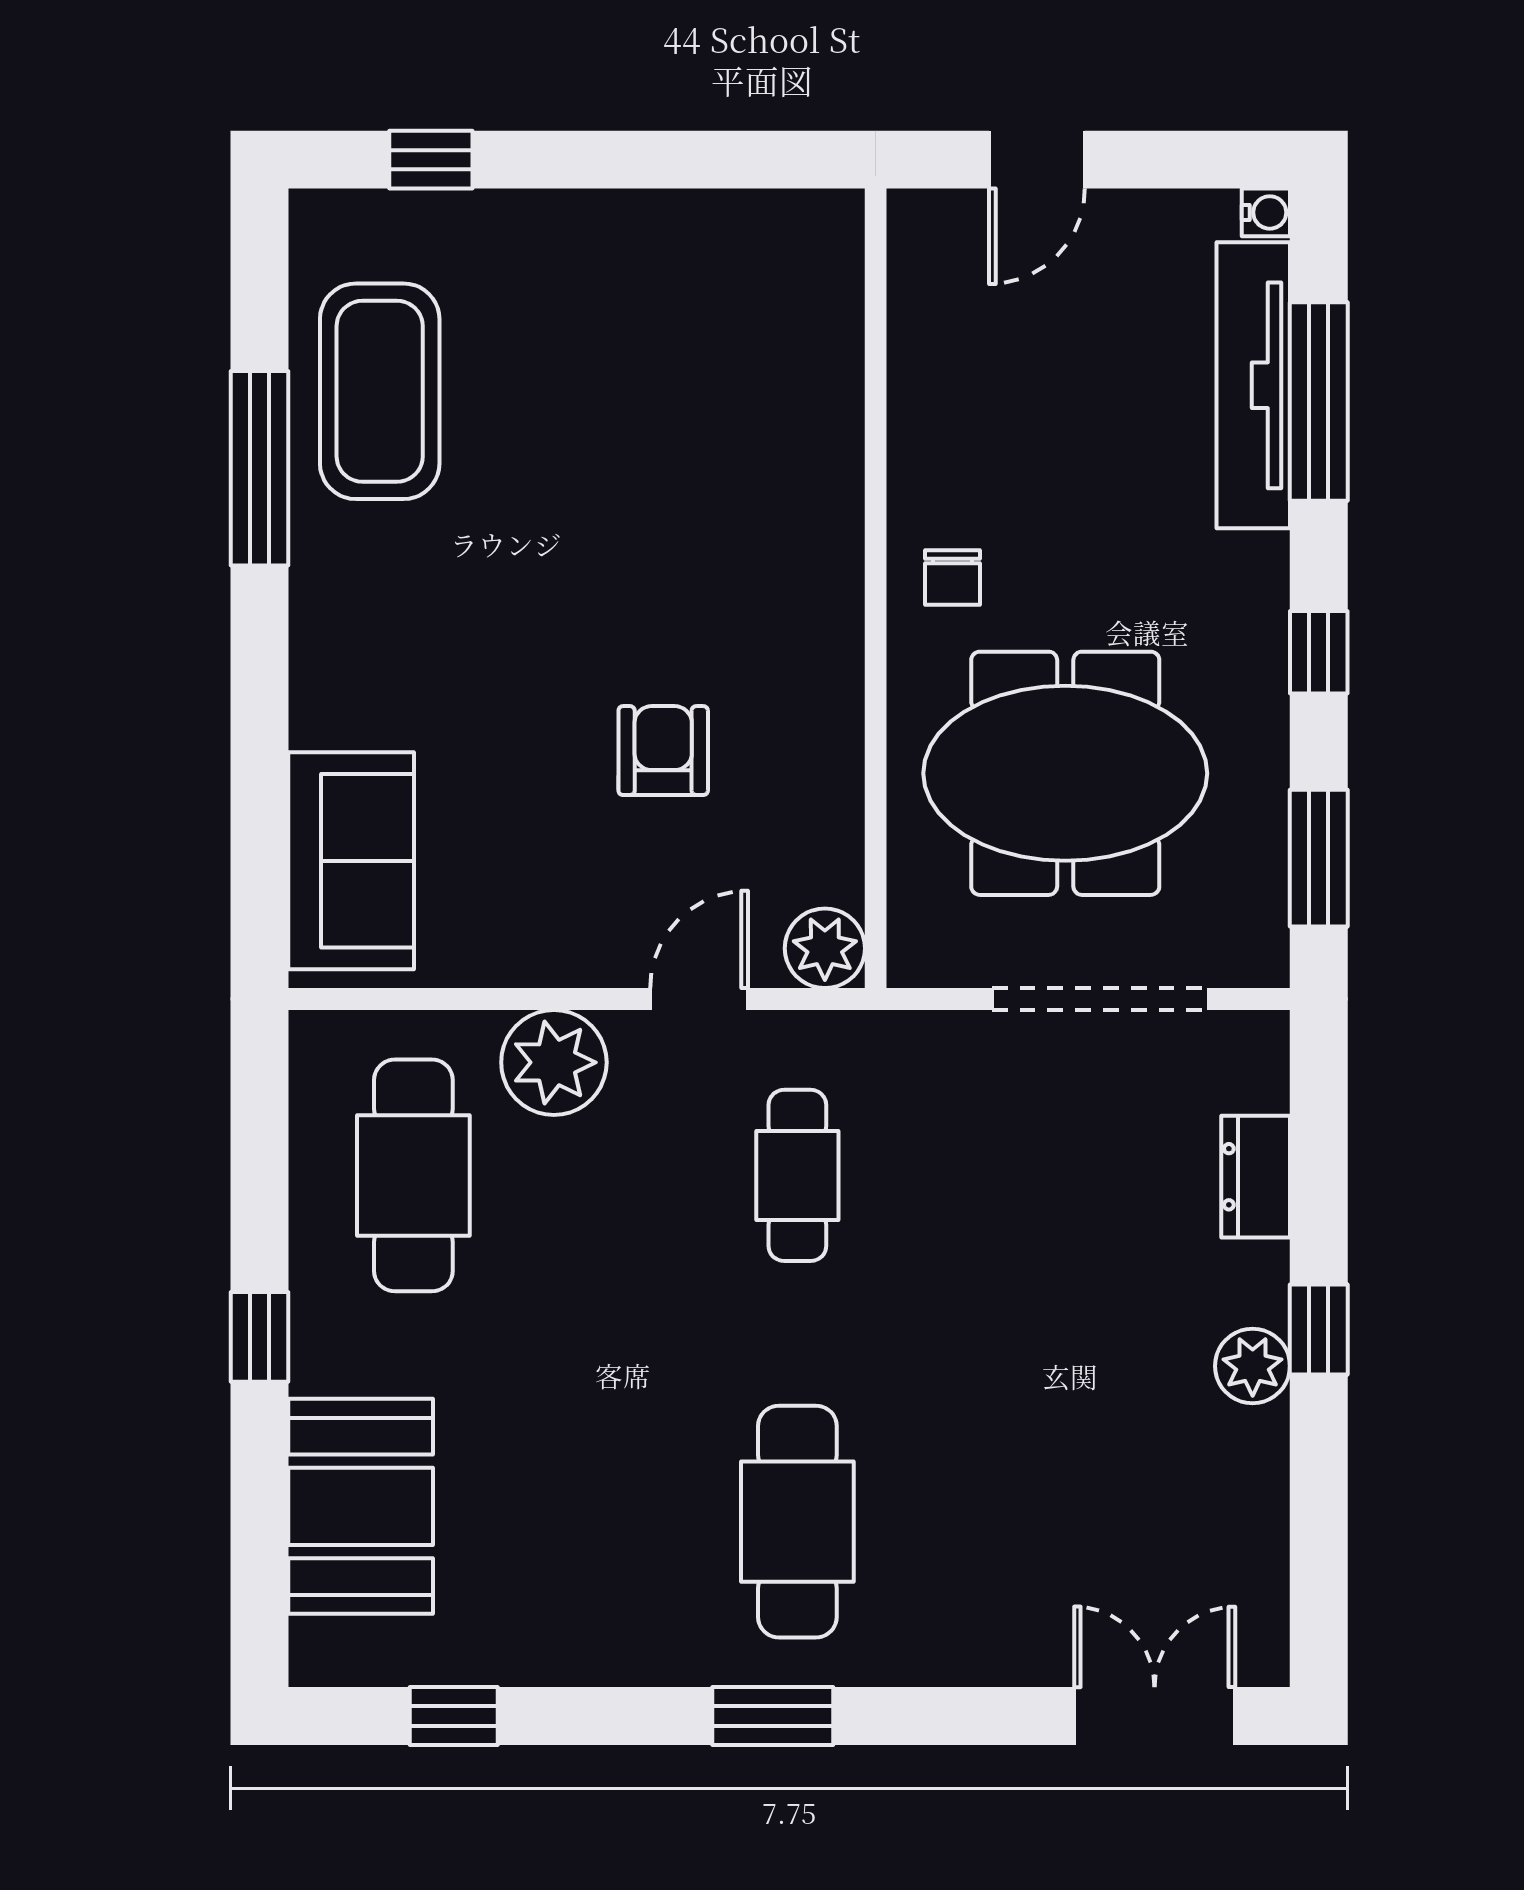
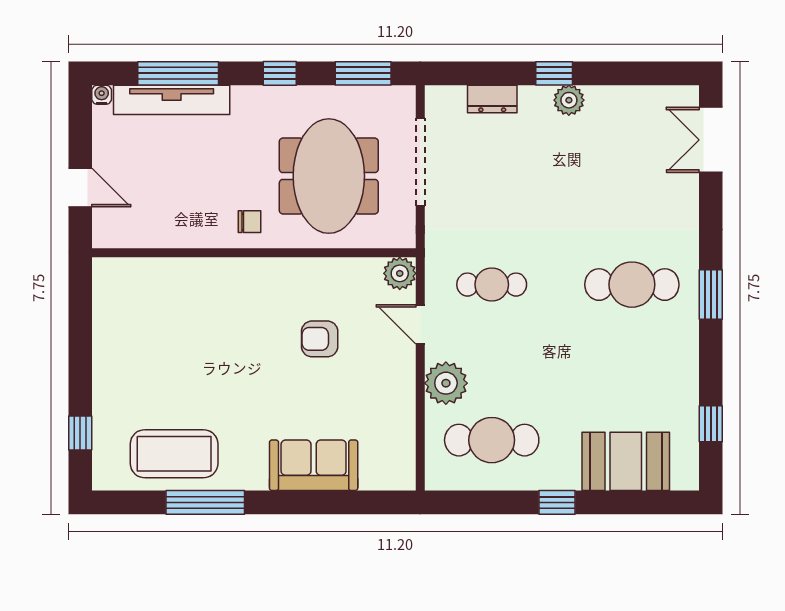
sofa: (351, 861) -> (314, 465), moved

